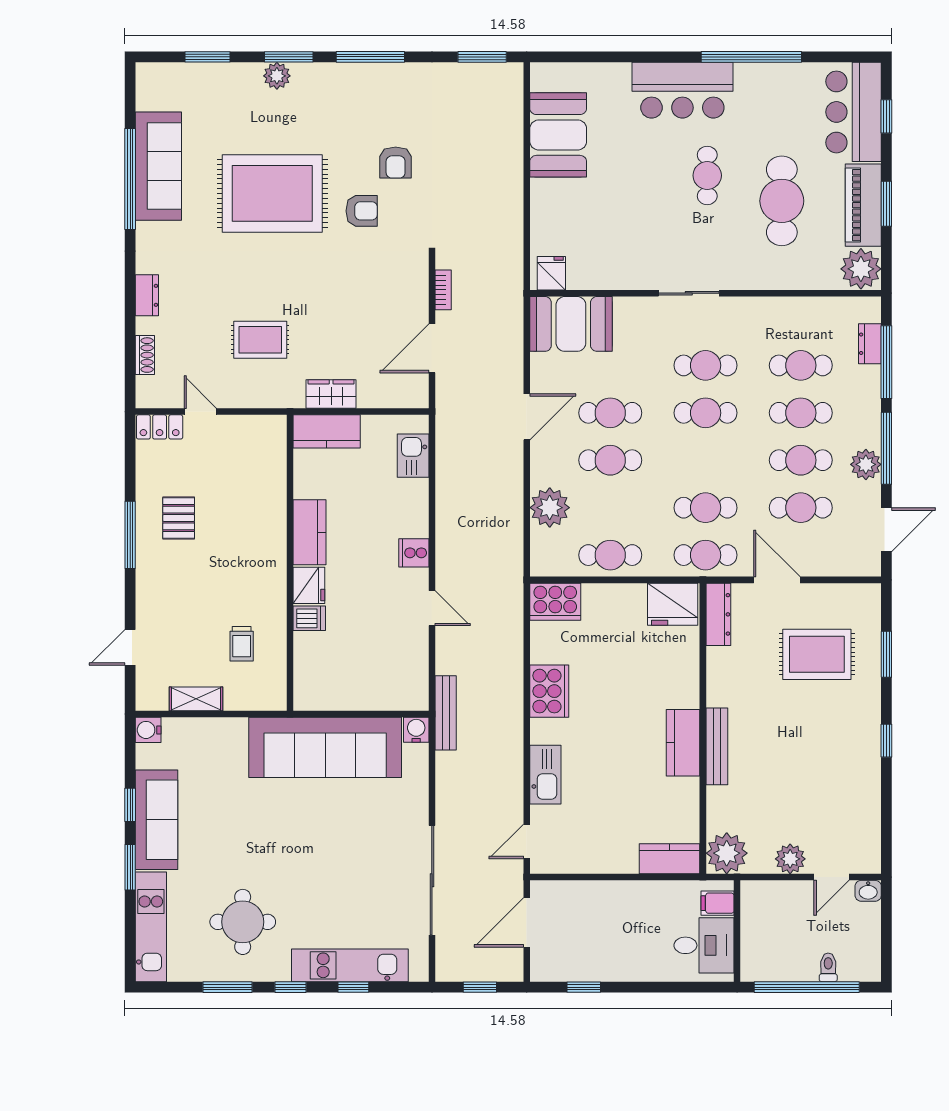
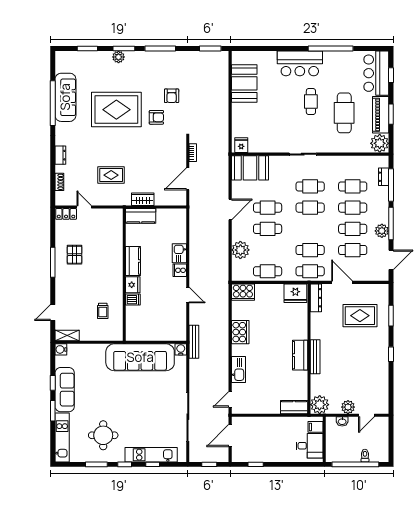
kitchen sink: (413, 456) -> (179, 253), moved
shelving: (196, 699) -> (67, 336), moved
washbasin: (868, 891) -> (342, 421), moved

